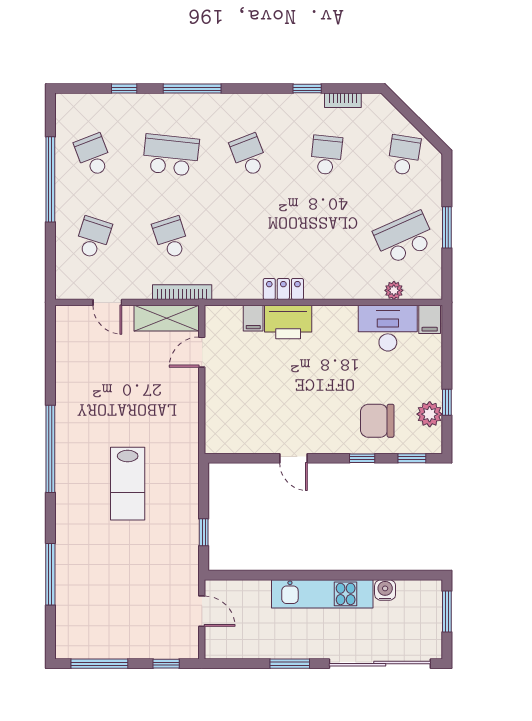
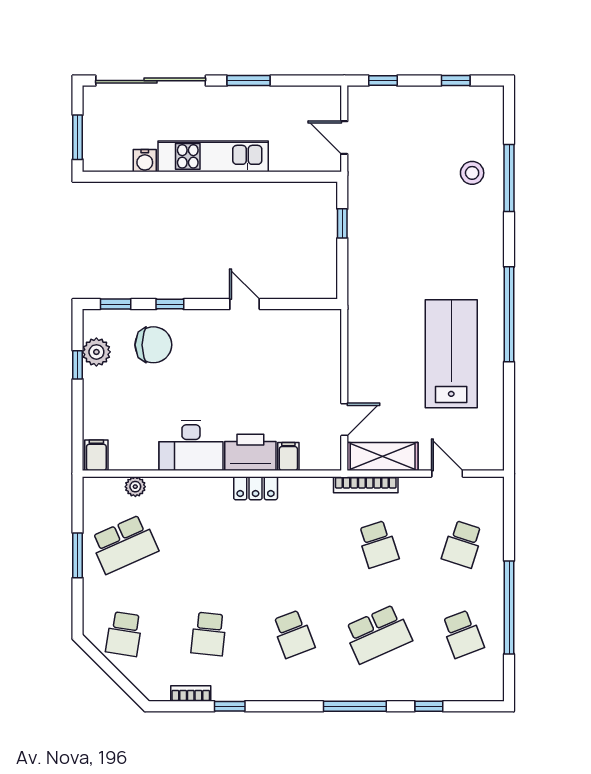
school desk: (171, 155) -> (378, 634), turned -30
desk: (388, 328) -> (191, 446), moved
lab bench: (128, 484) -> (451, 354), moved, width x1.36, depth x1.39
stool: (84, 579) -> (472, 173), added
window: (99, 664) -> (456, 81), width x0.46

